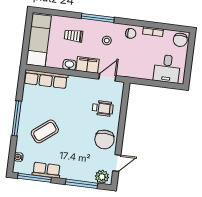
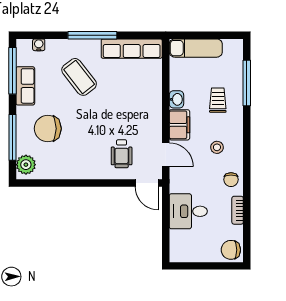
window: (98, 18) -> (247, 83), moved
exam couch: (39, 40) -> (196, 48), width x0.73, depth x0.69
desk: (167, 69) -> (188, 211), moved
row of seats: (46, 79) -> (132, 49), moved, turned -90
chair: (104, 139) -> (48, 129), moved
door: (117, 163) -> (147, 183), moved

